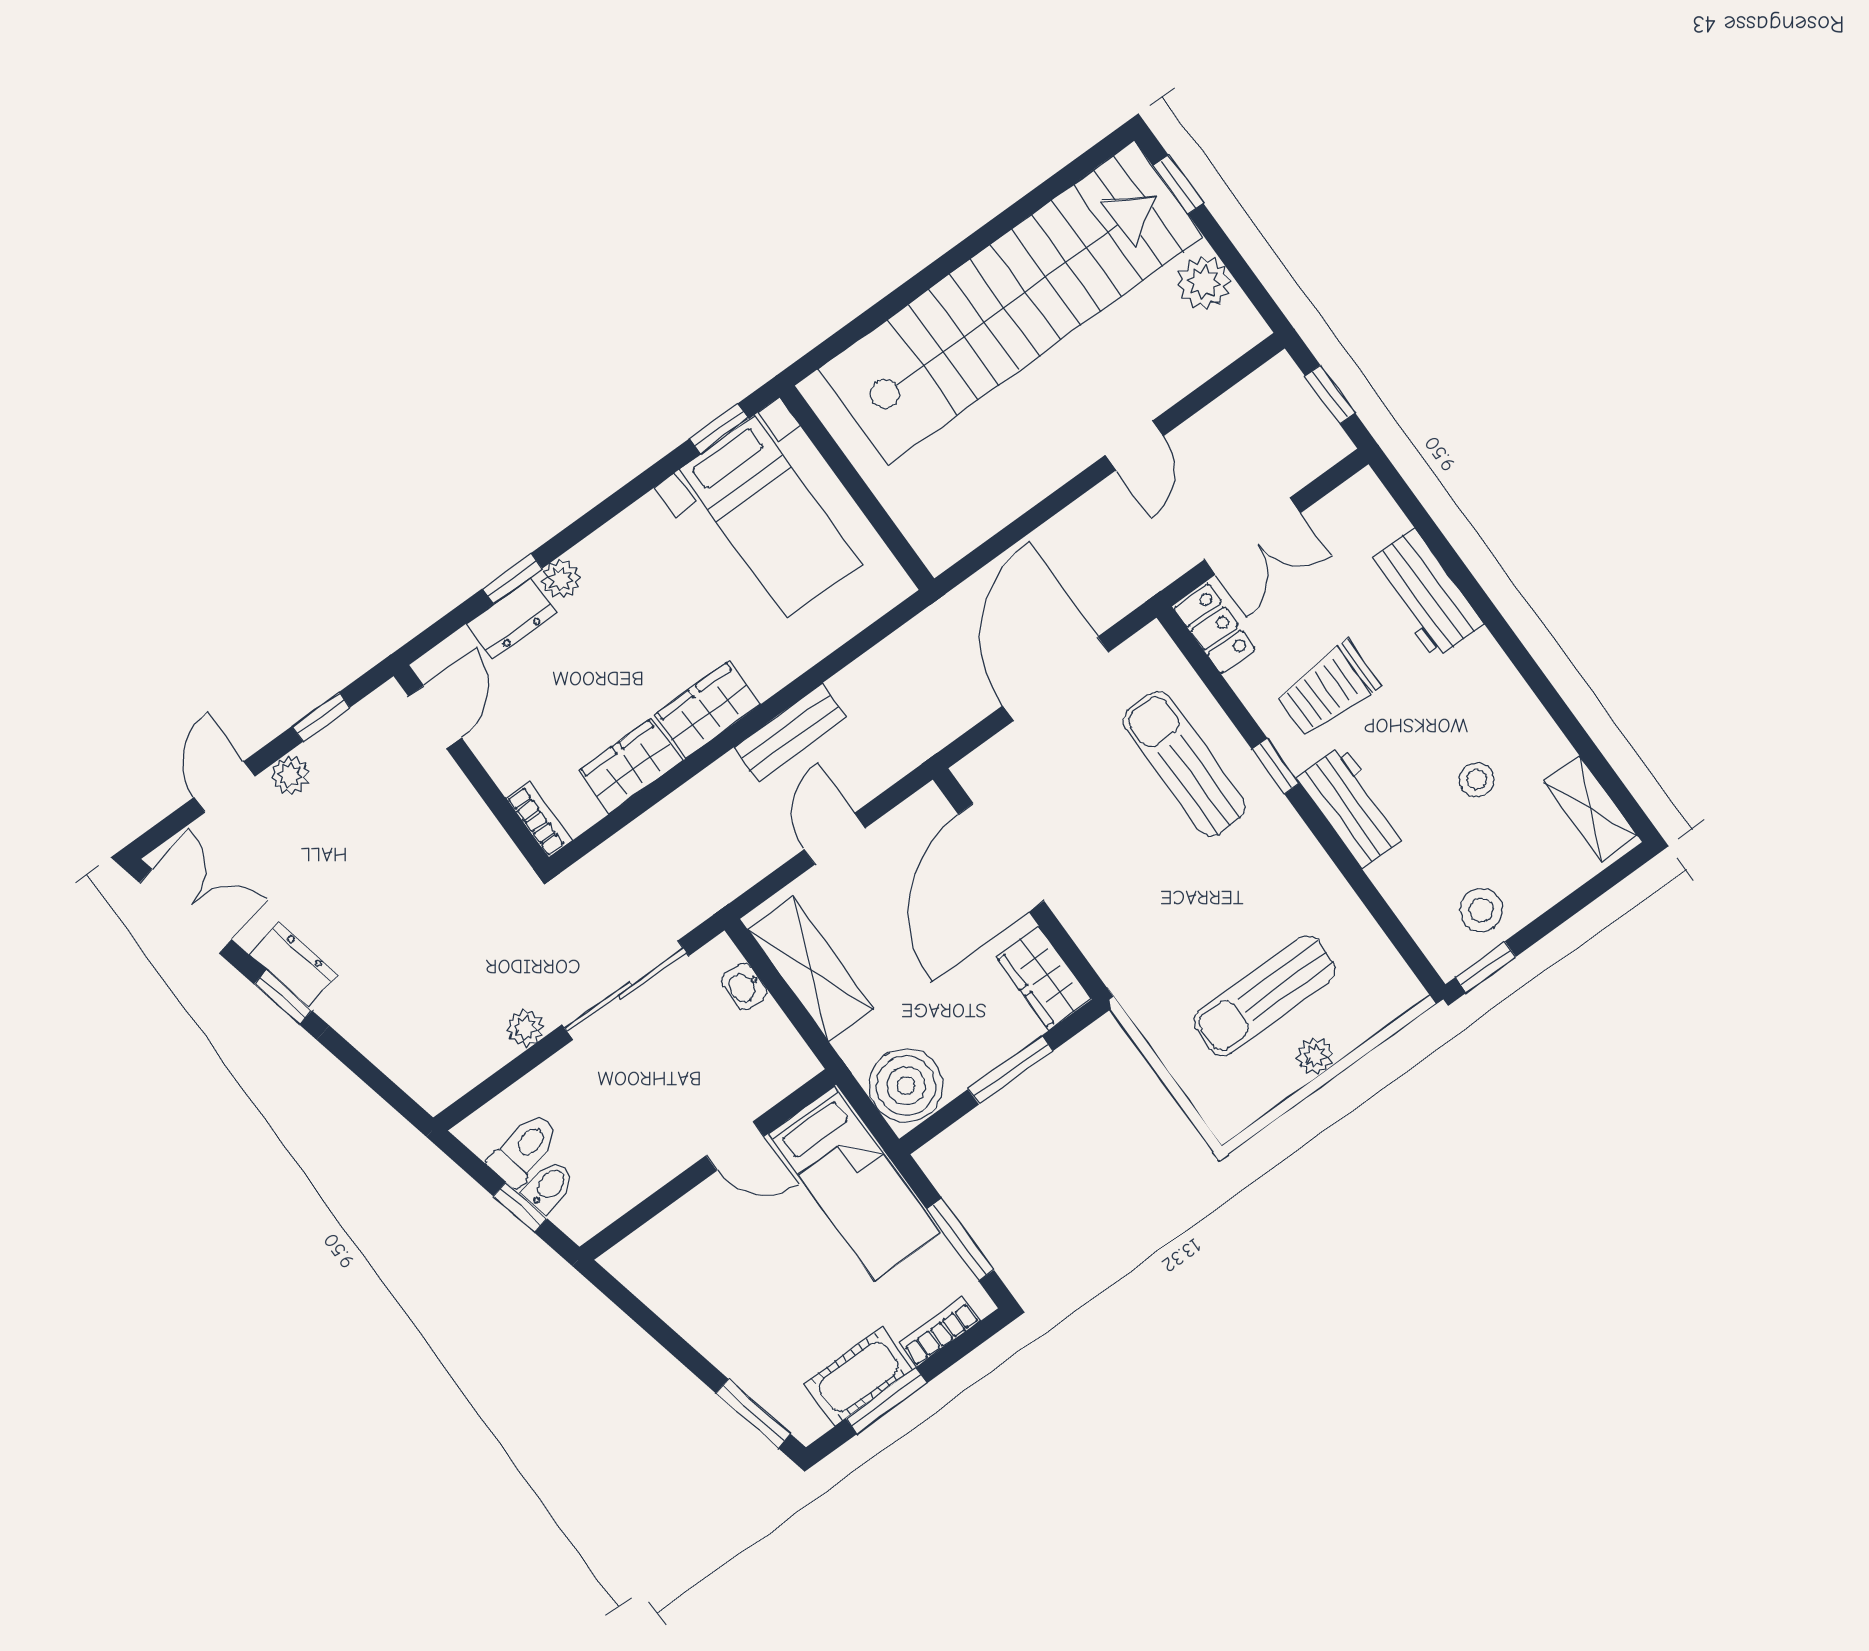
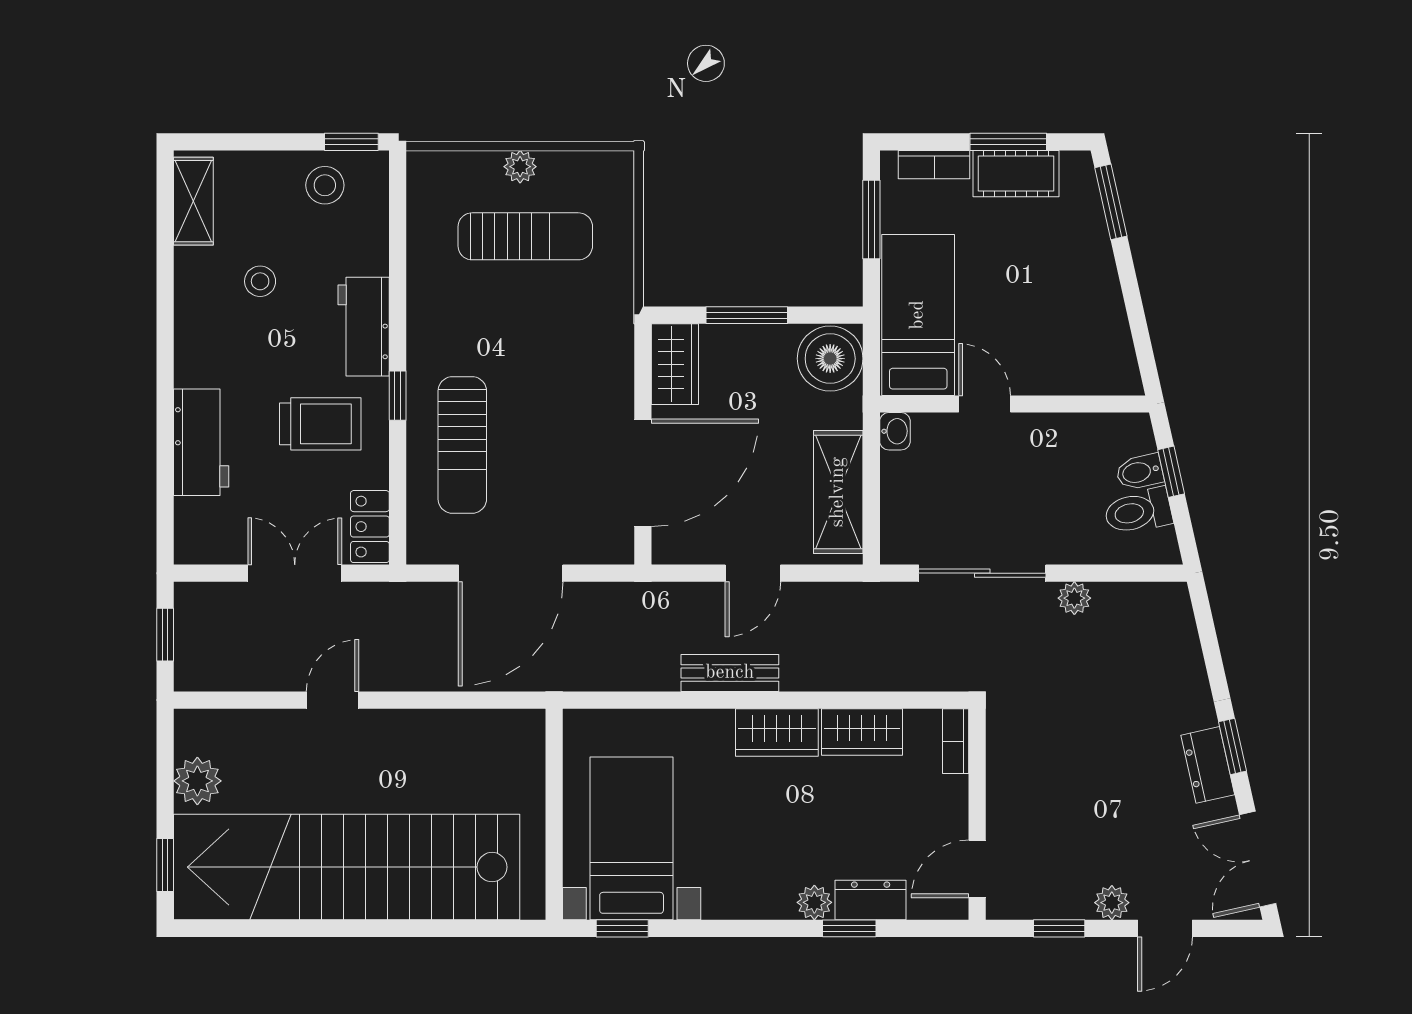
washbasin: (744, 987) -> (895, 431), moved

